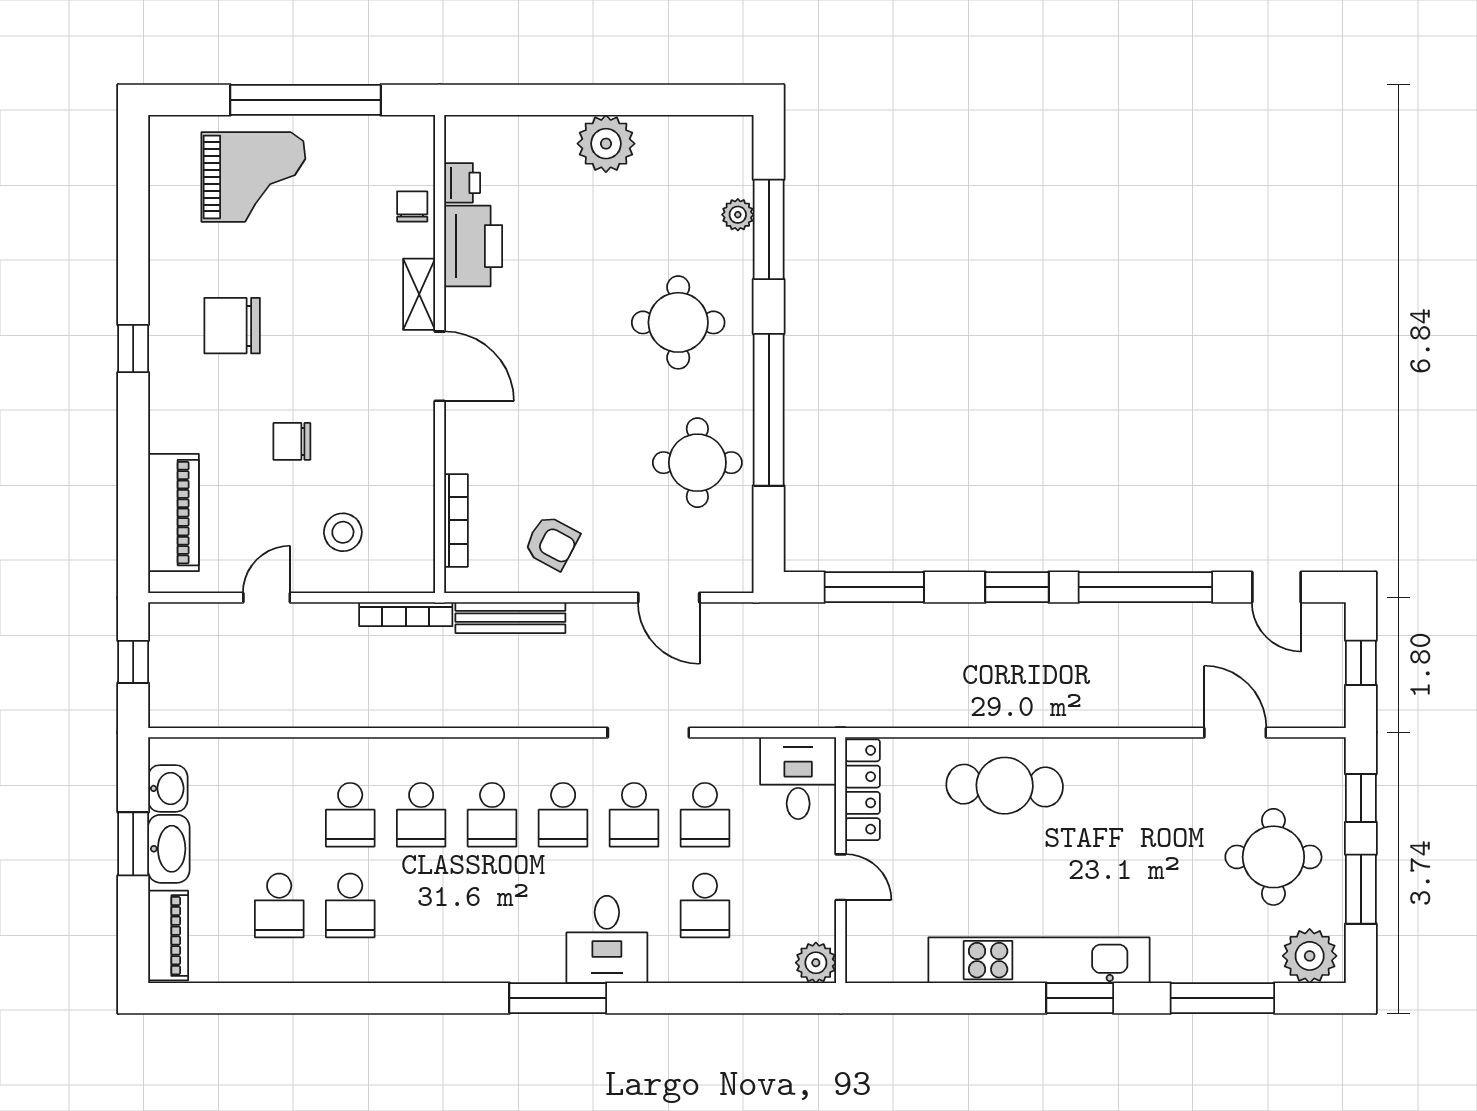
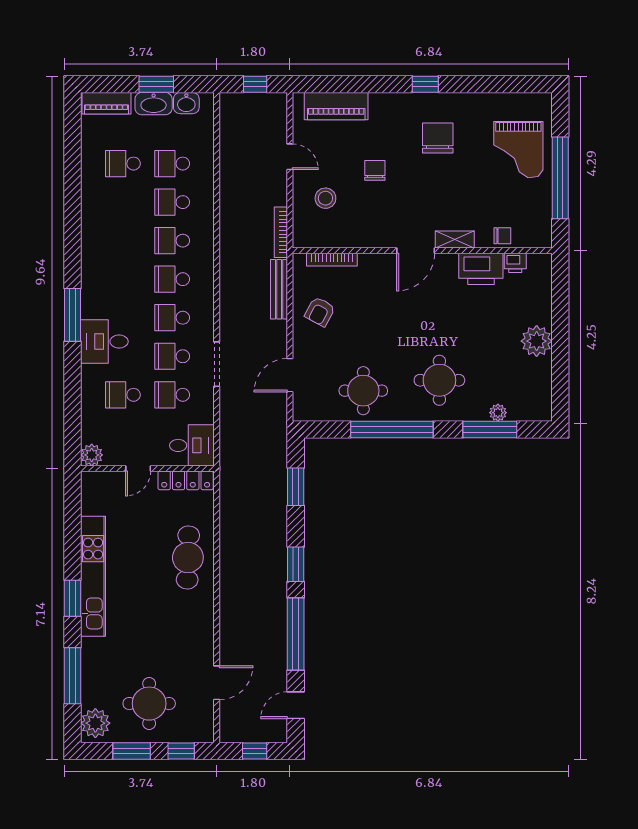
window: (874, 587) -> (296, 487), width x0.69
school desk: (350, 905) -> (172, 164), moved

